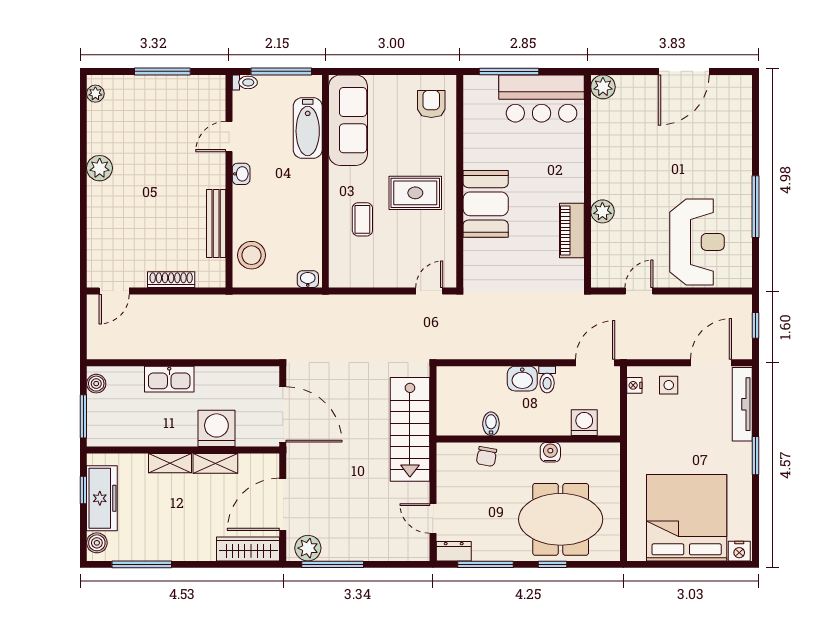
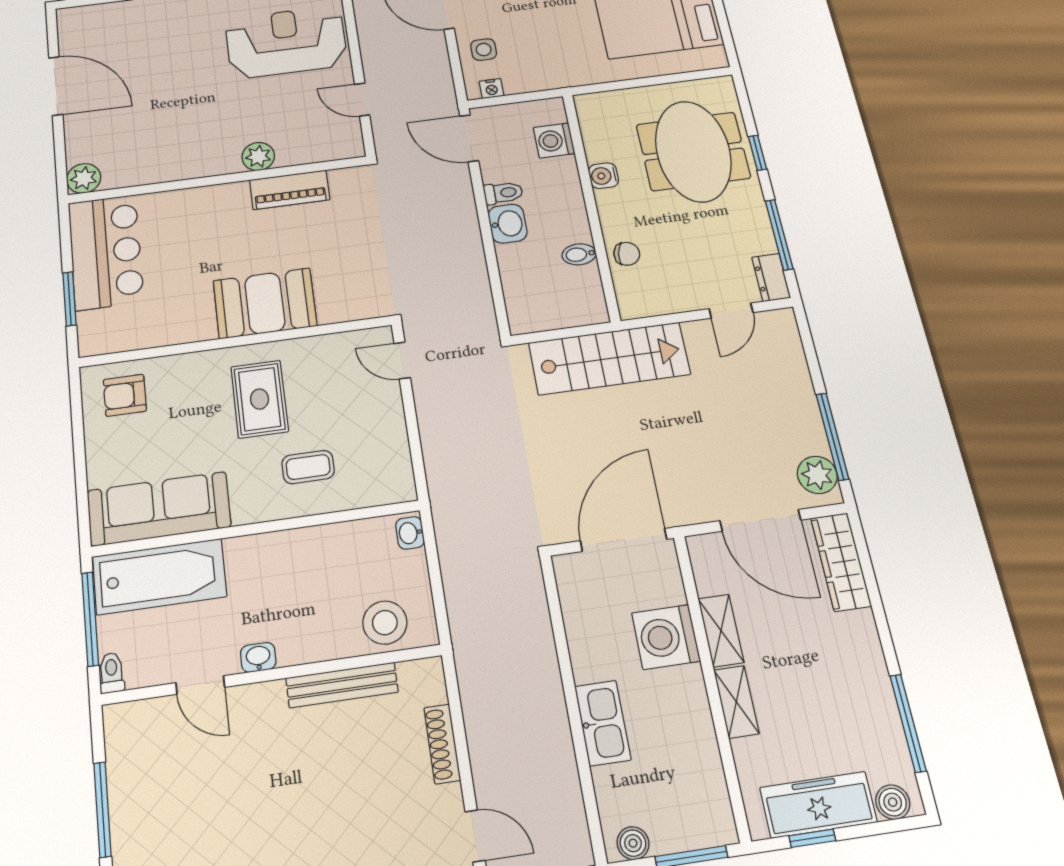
window: (509, 71) -> (70, 299), width x0.69
bathtub: (308, 128) -> (159, 576), width x1.36, depth x1.36

